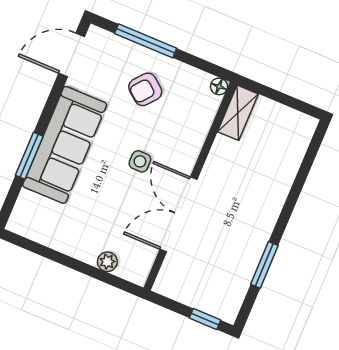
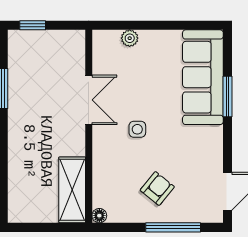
shelving: (238, 113) -> (72, 190), width x1.50, depth x1.33
sofa: (65, 145) -> (203, 77), moved
double door: (179, 214) -> (89, 100), width x0.73

